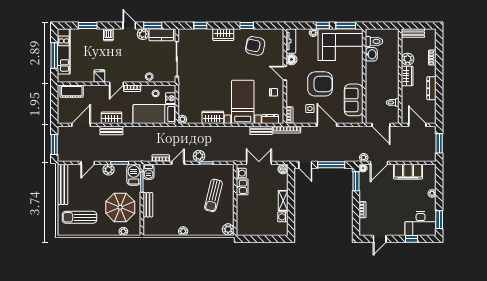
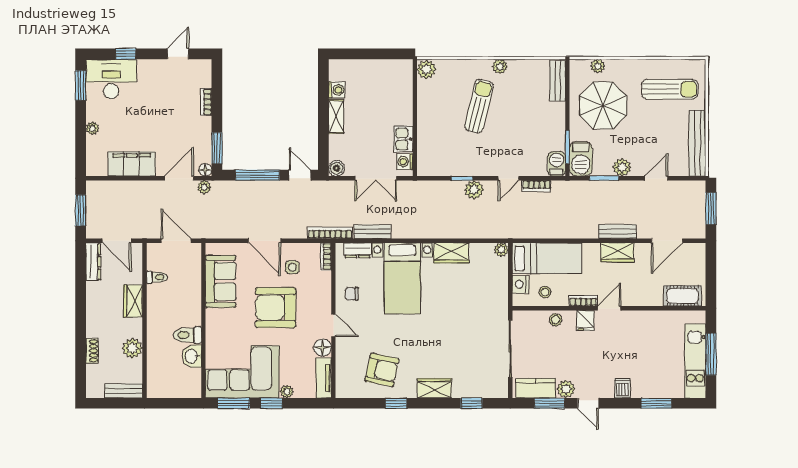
toilet: (374, 41) -> (187, 335), moved
fridge: (99, 76) -> (585, 321), moved
wardrobe: (407, 76) -> (133, 301), moved
dresser: (431, 88) -> (93, 262), moved
sun lounger: (213, 195) -> (479, 106), moved
bench: (148, 205) -> (558, 81), moved

